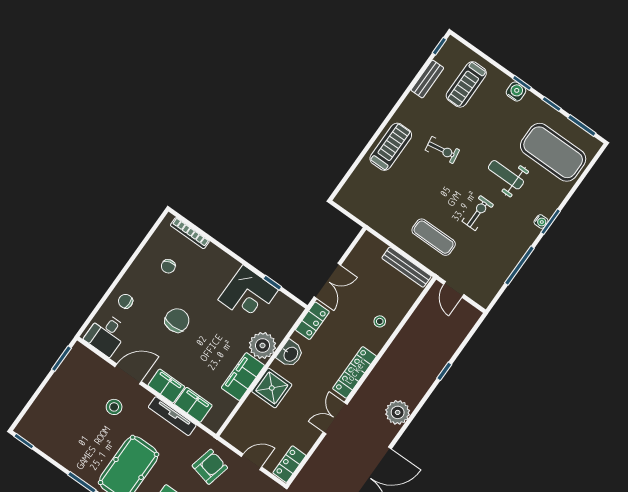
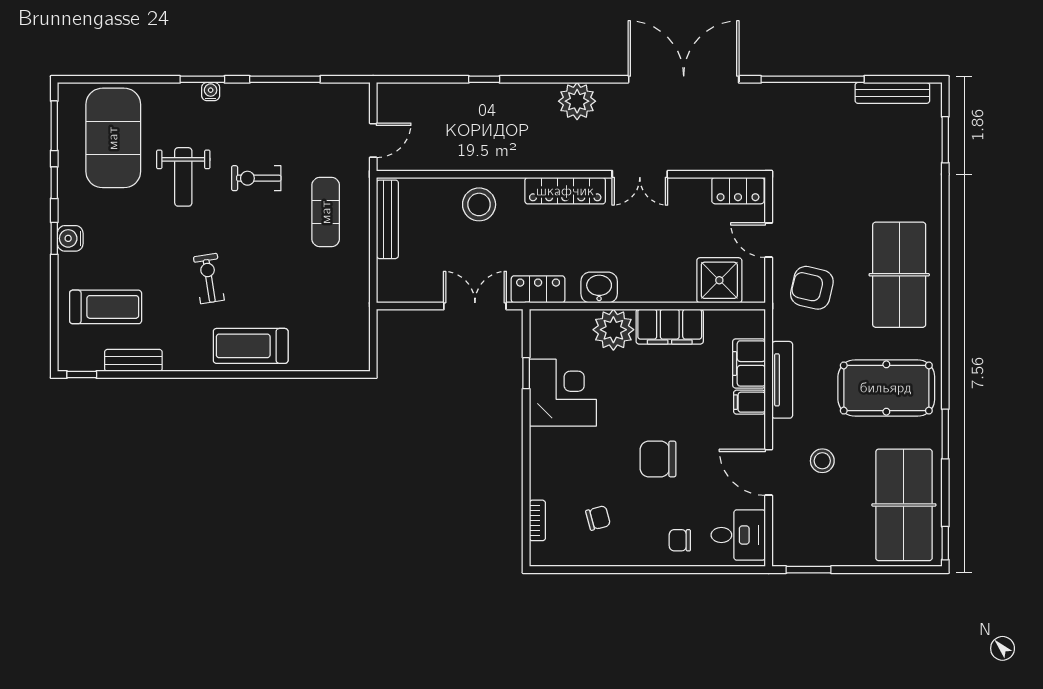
bookcase: (190, 233) -> (537, 520), width x0.64
chair: (126, 301) -> (680, 540), turned 90
stool: (380, 321) -> (479, 204), width x1.89, depth x1.89
filing cabinet: (166, 386) -> (750, 402), width x0.50
shower: (272, 388) -> (719, 280), moved
table tennis table: (60, 434) -> (904, 505), added

